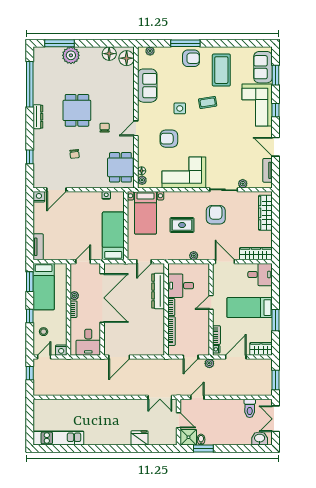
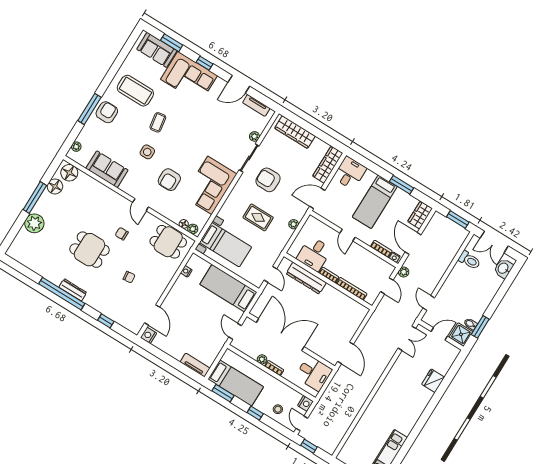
window: (60, 43) -> (35, 197), moved
window: (30, 84) -> (62, 294), moved
rug: (182, 225) -> (258, 217), turned 90

